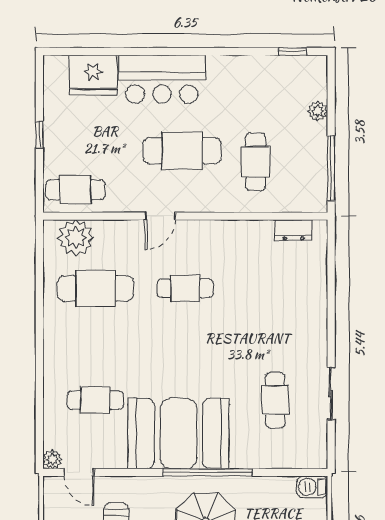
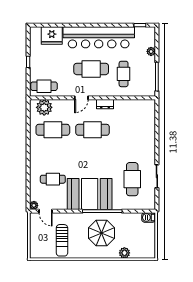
bar counter: (162, 79) -> (99, 37), width x1.86
dresser: (294, 230) -> (105, 104), moved
cafe table: (185, 288) -> (93, 130), width x1.37, depth x1.35
cafe table: (275, 400) -> (132, 179), width x1.37, depth x1.35

